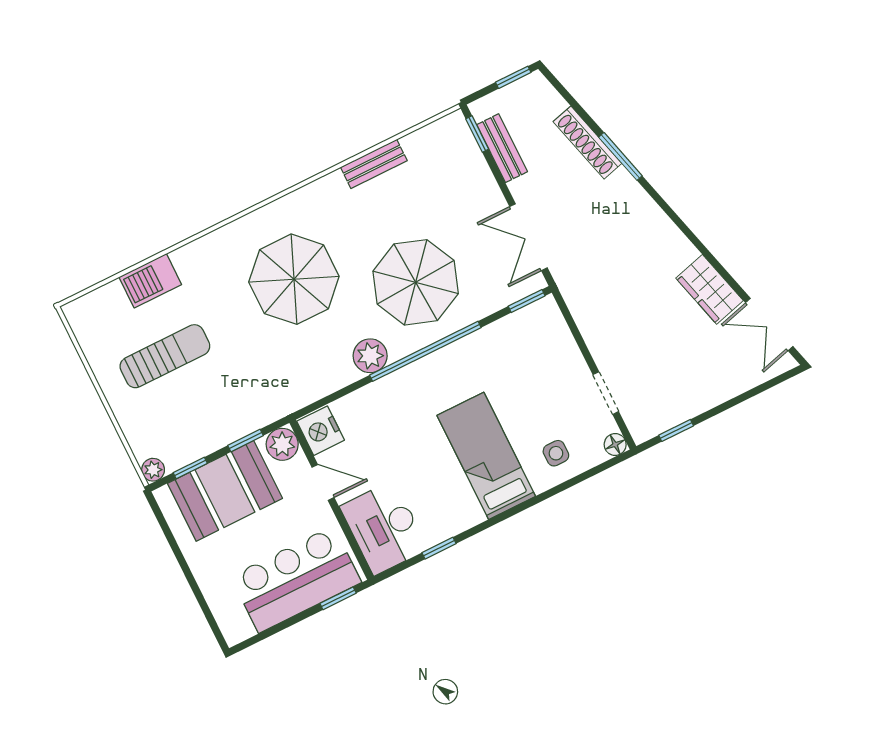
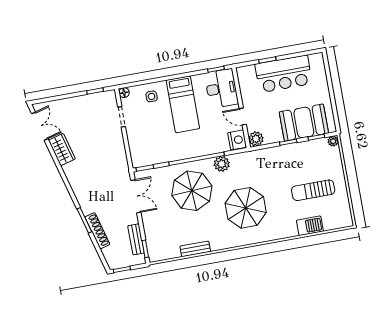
nightstand: (321, 431) -> (237, 140), moved
plant: (282, 444) -> (256, 139), moved
door: (323, 482) -> (243, 117), moved
wall: (332, 500) -> (241, 108), moved
desk: (384, 528) -> (221, 88), moved

